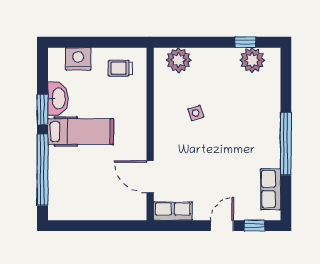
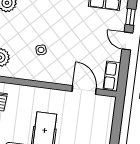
door: (150, 177) -> (84, 90), swing flipped

